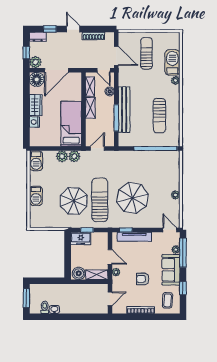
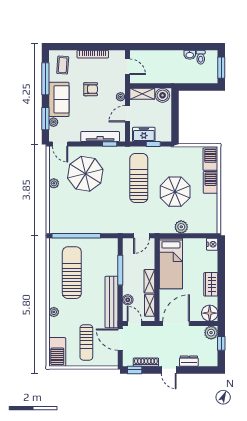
window: (50, 29) -> (135, 370), moved
dresser: (38, 37) -> (189, 361), moved
barbecue: (172, 62) -> (57, 352), moved
door: (57, 70) -> (176, 324), moved
bench: (124, 110) -> (111, 302), moved
sun lounger: (159, 116) -> (72, 273), width x1.36, depth x1.34
nightstand: (35, 122) -> (212, 244), moved
plant: (74, 156) -> (167, 227), removed
barbecue: (36, 161) -> (210, 159), moved
parasol: (132, 198) -> (85, 174), moved
sun lounger: (100, 200) -> (139, 178), turned 180
parasol: (74, 201) -> (175, 192), moved
freezer: (81, 239) -> (144, 134), moved
window: (183, 253) -> (45, 119), width x0.69
door: (110, 257) -> (127, 114), hinge flipped
window: (183, 288) -> (45, 79), width x2.17
door: (110, 299) -> (127, 67), swing flipped

